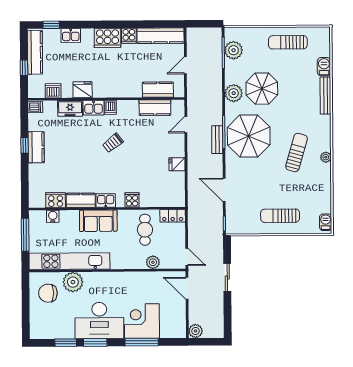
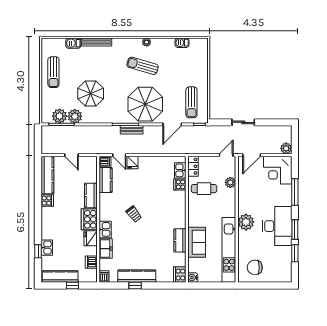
window: (51, 25) -> (38, 251), moved
cooker: (108, 38) -> (89, 219), moved, turned 180
kitchen counter: (158, 90) -> (91, 195), moved
plant: (234, 93) -> (75, 116), moved
dishwasher: (110, 107) -> (105, 162), moved
parasol: (249, 136) -> (145, 104), moved
kitchen counter: (36, 147) -> (137, 276), width x1.50
fridge: (177, 164) -> (133, 162), moved
cooker: (56, 200) -> (180, 275), moved
kitchen sink: (106, 200) -> (180, 170), moved
cooker: (132, 200) -> (180, 184), moved
water cooler: (53, 216) -> (193, 278), moved
sun lounger: (280, 216) -> (191, 102), moved
sofa: (98, 221) -> (197, 242), moved
barbecue: (326, 222) -> (182, 43), moved
window: (25, 235) -> (207, 285), removed
plant: (73, 282) -> (246, 222), moved
chair: (48, 293) -> (255, 267), turned 89
corner desk: (142, 321) -> (278, 170), moved

